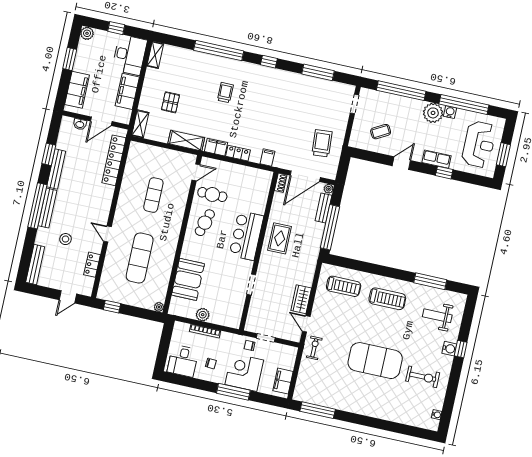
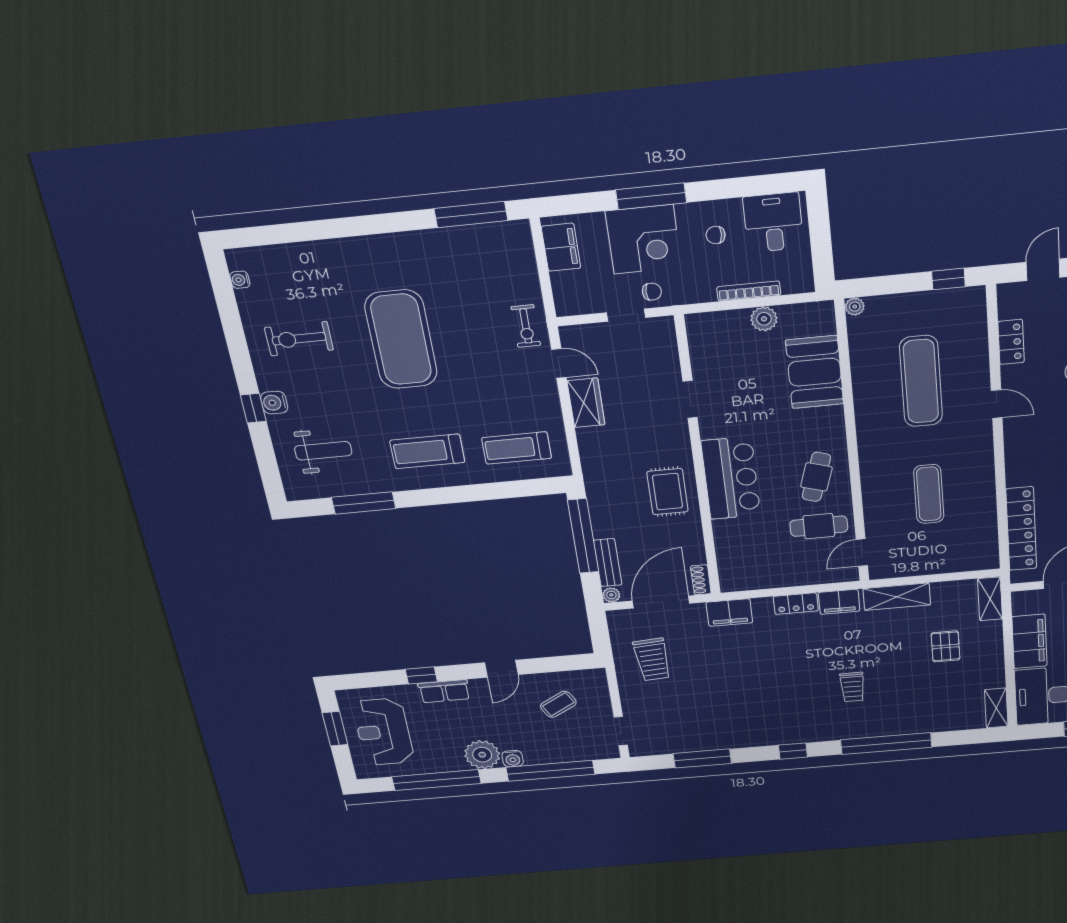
water cooler: (450, 112) -> (513, 759), moved
filing cabinet: (267, 158) -> (729, 613), width x2.00
exercise mat: (375, 361) -> (401, 339), turned 90

